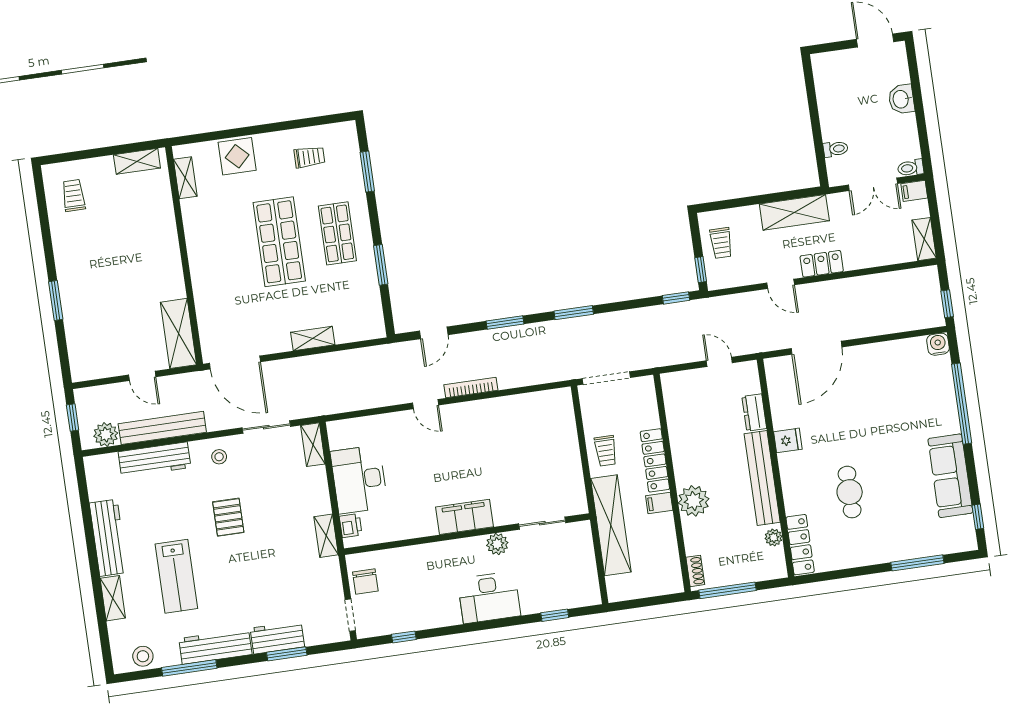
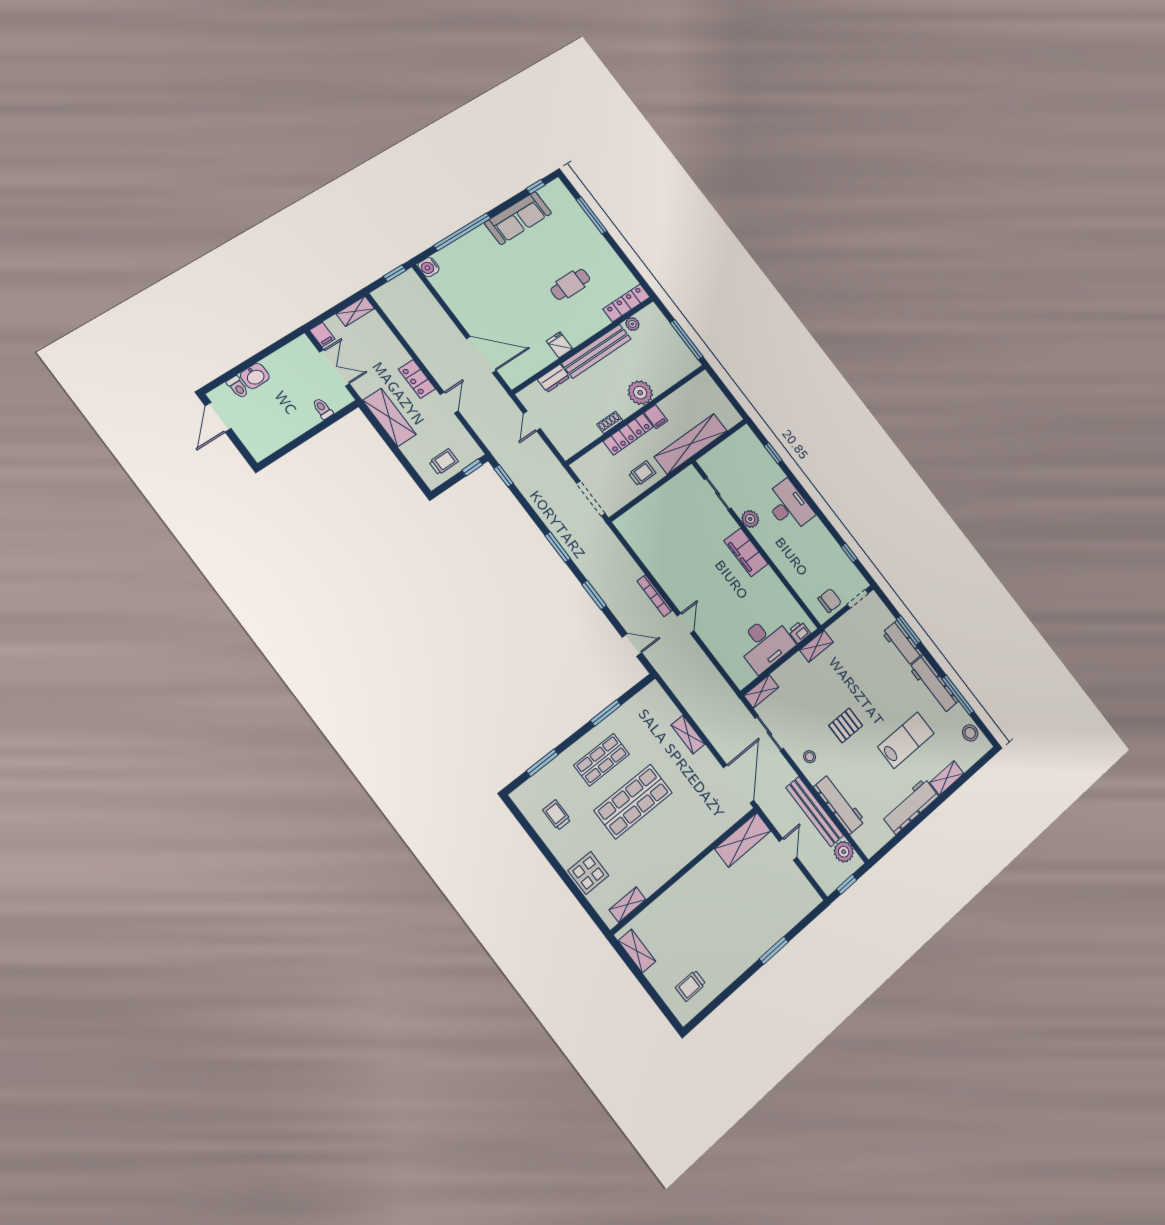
toilet: (911, 168) -> (238, 387), moved
shoe rack: (695, 571) -> (610, 422), moved

